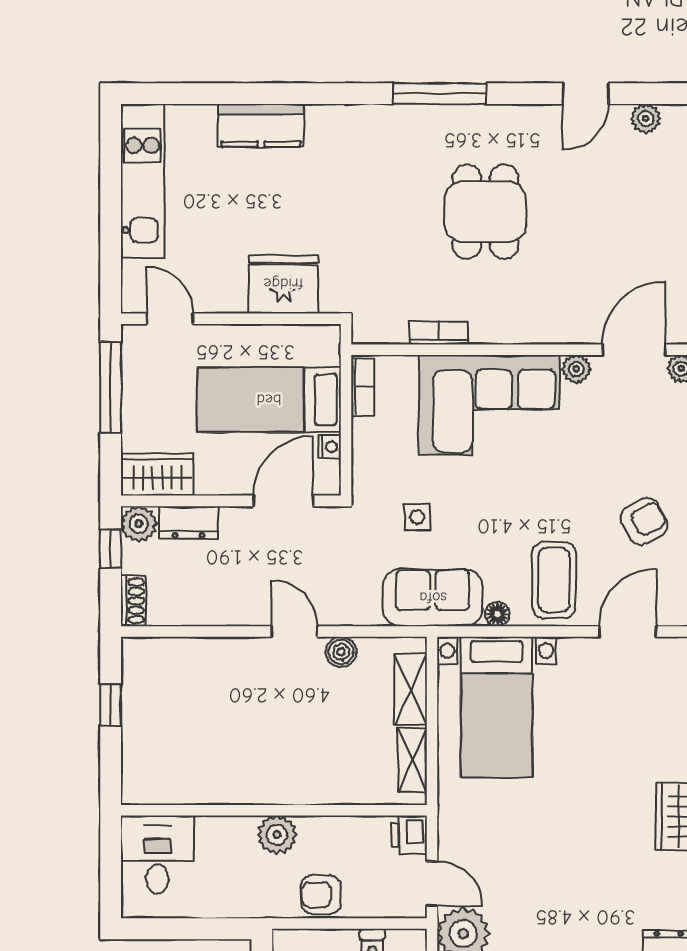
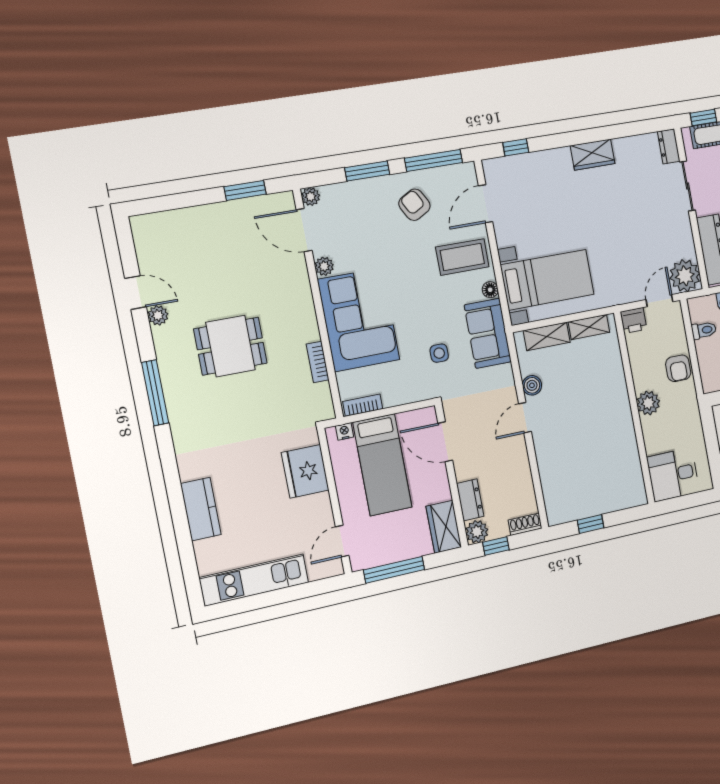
plant: (646, 118) -> (158, 315), moved
nightstand: (330, 447) -> (344, 431), moved
door: (628, 631) -> (486, 204), hinge flipped

